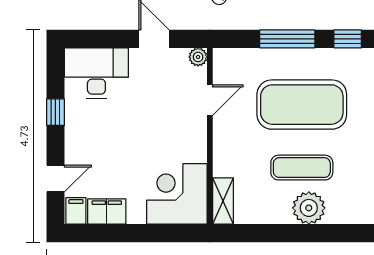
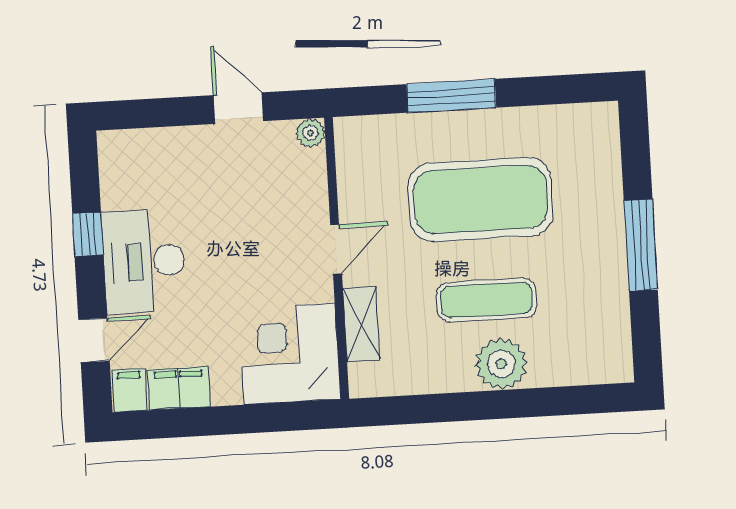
window: (348, 39) -> (548, 90), removed
desk: (96, 73) -> (144, 261), moved, turned -90
door: (210, 100) -> (336, 249), moved
shelving: (223, 201) -> (361, 324), moved

